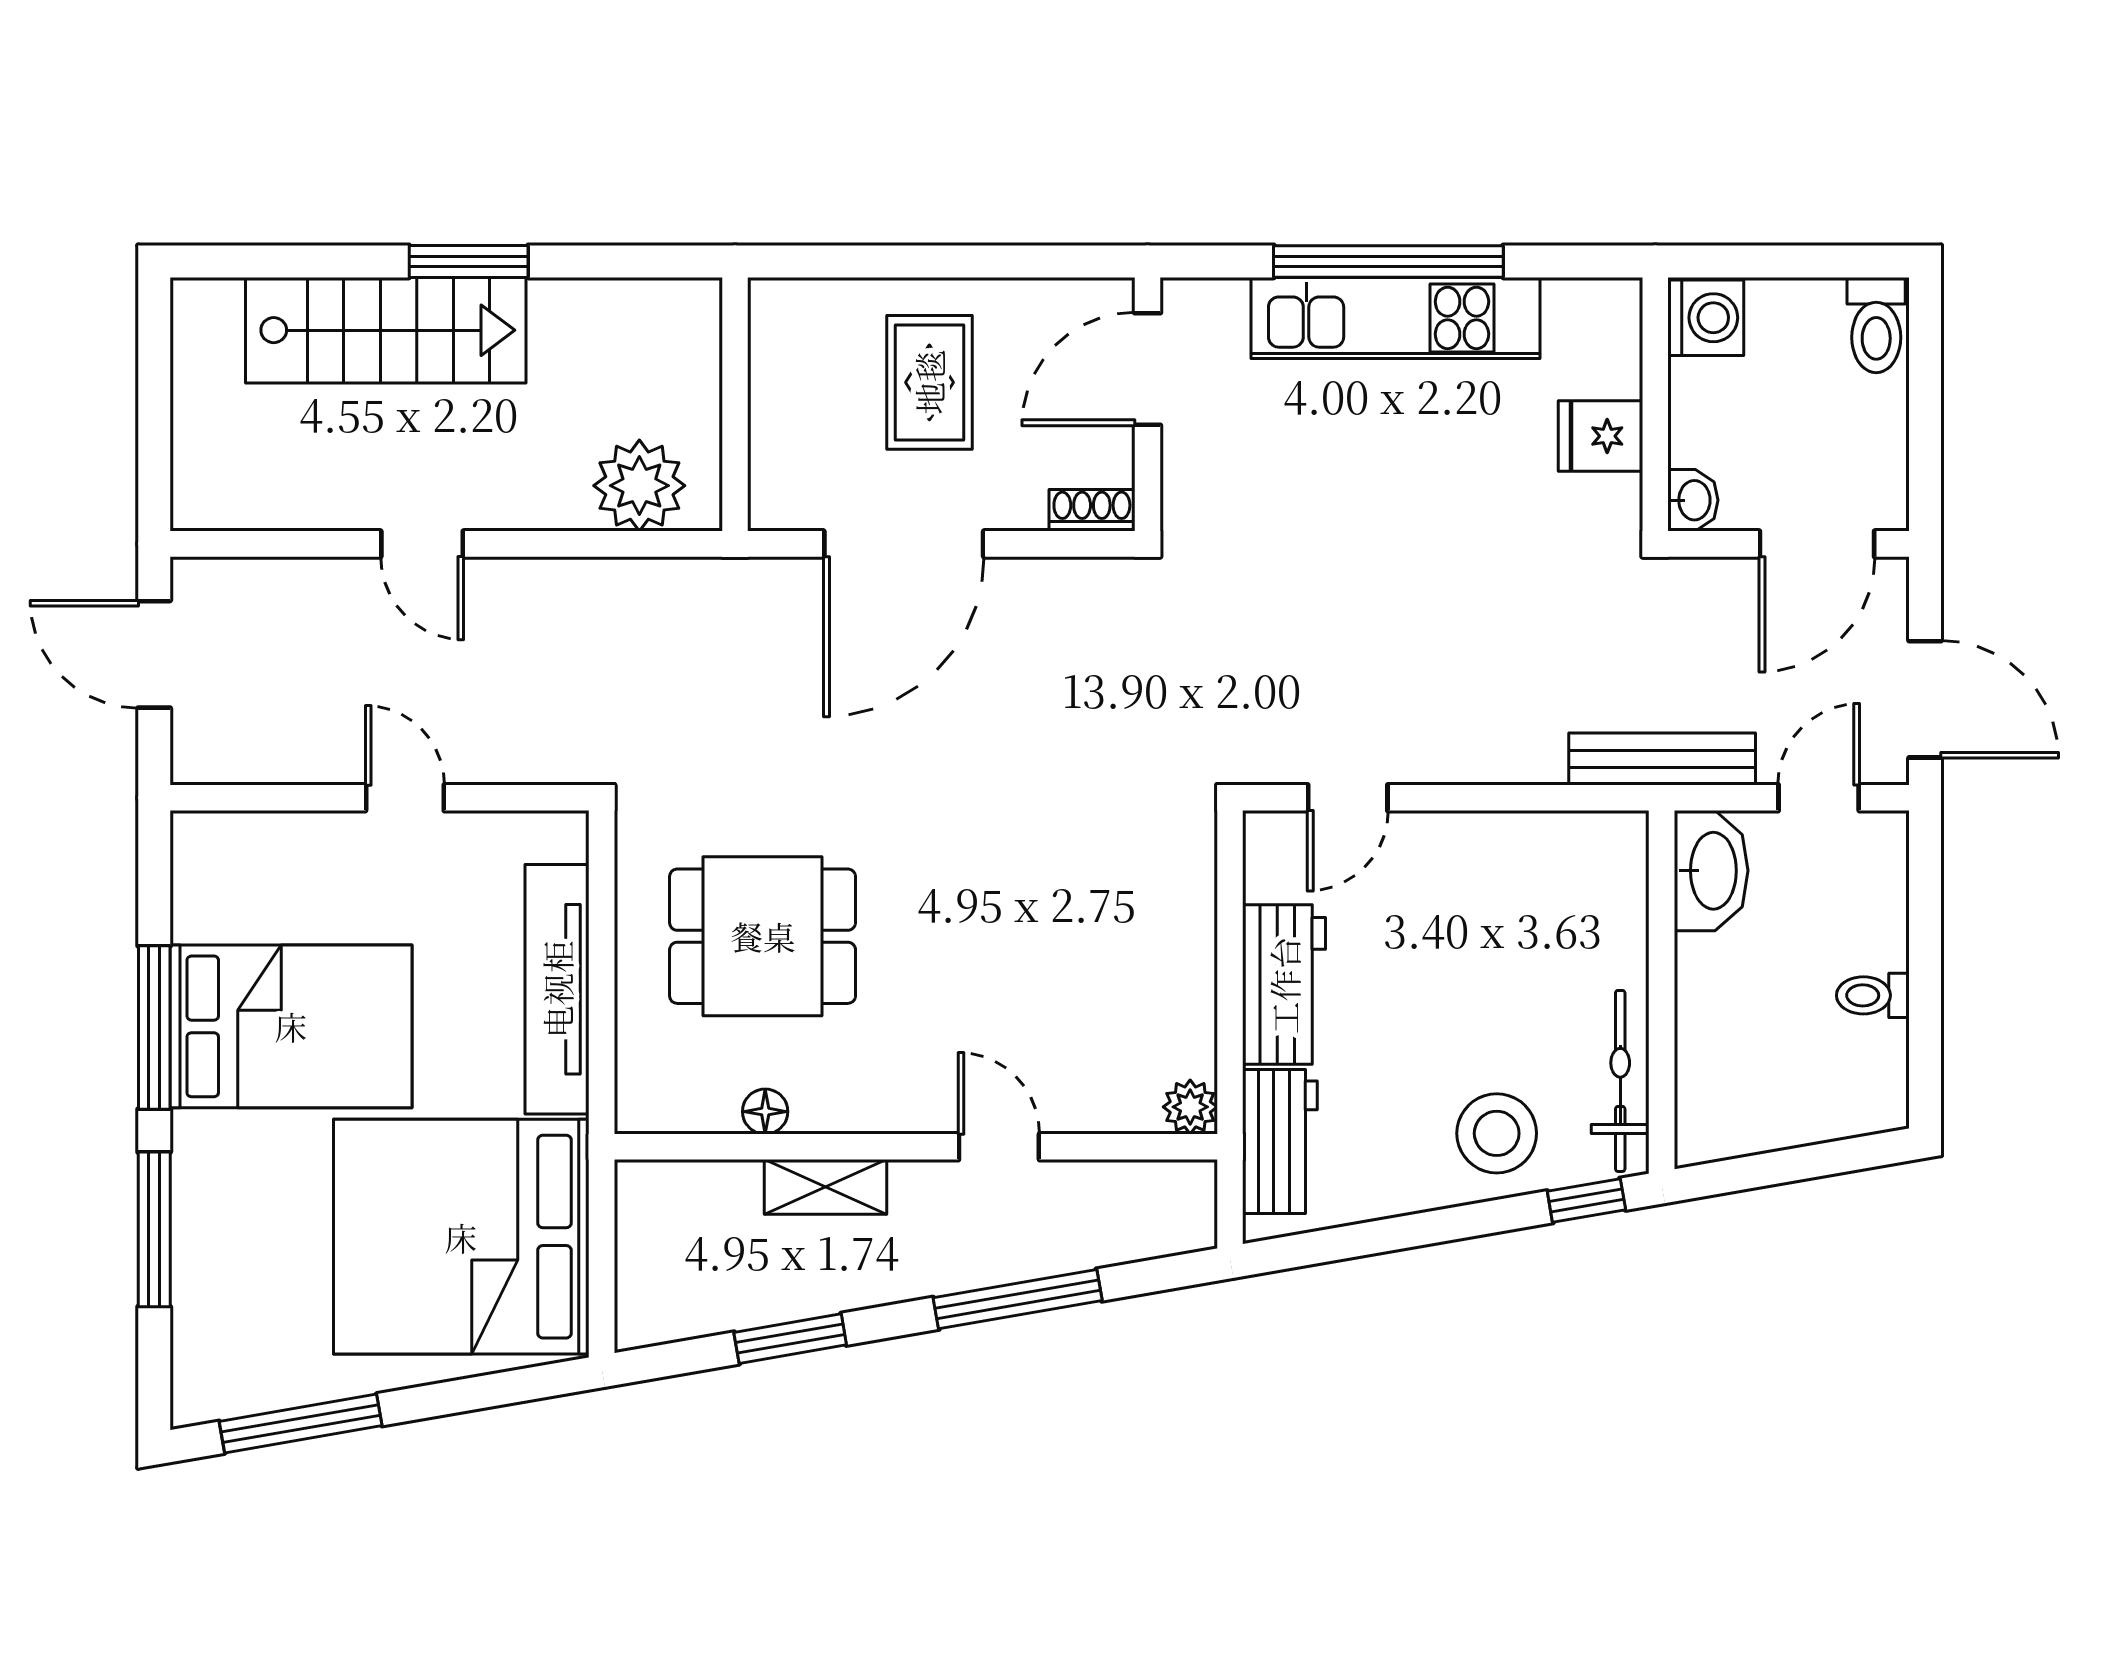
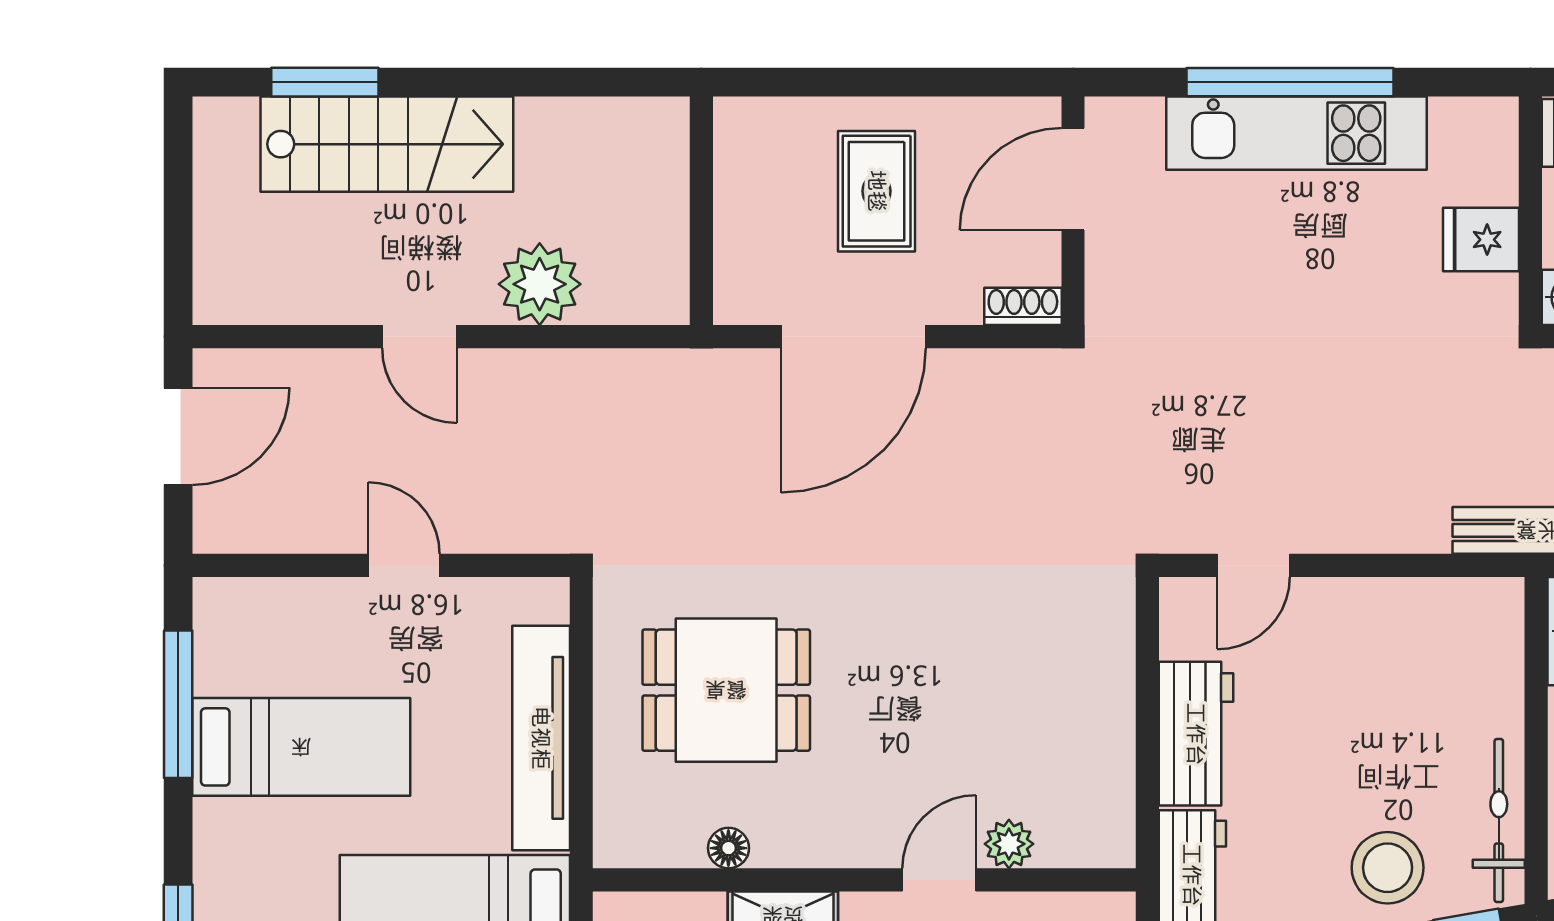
window: (469, 261) -> (325, 82), moved
plant: (639, 486) -> (540, 284), moved
door: (154, 654) -> (178, 436), swing flipped
bed: (291, 1026) -> (301, 747), width x0.67
window: (154, 1028) -> (178, 704), moved
plant: (1190, 1107) -> (1009, 844), moved
door: (999, 1147) -> (939, 880), hinge flipped

